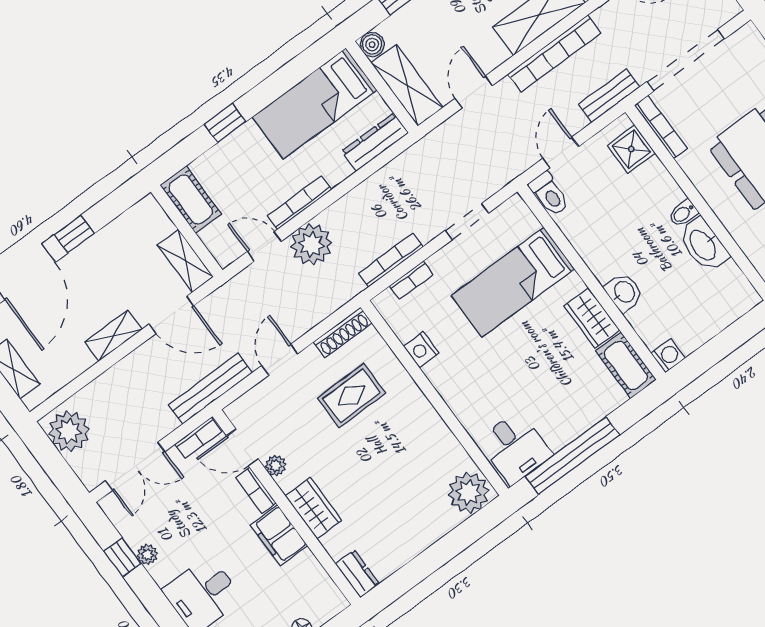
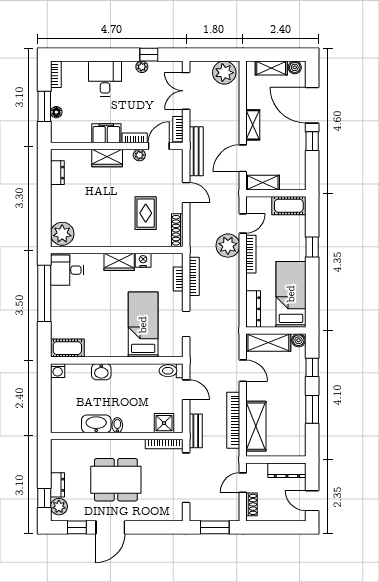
wardrobe: (592, 318) -> (119, 262), moved, turned 180
dresser: (357, 574) -> (57, 173), moved, turned -90

